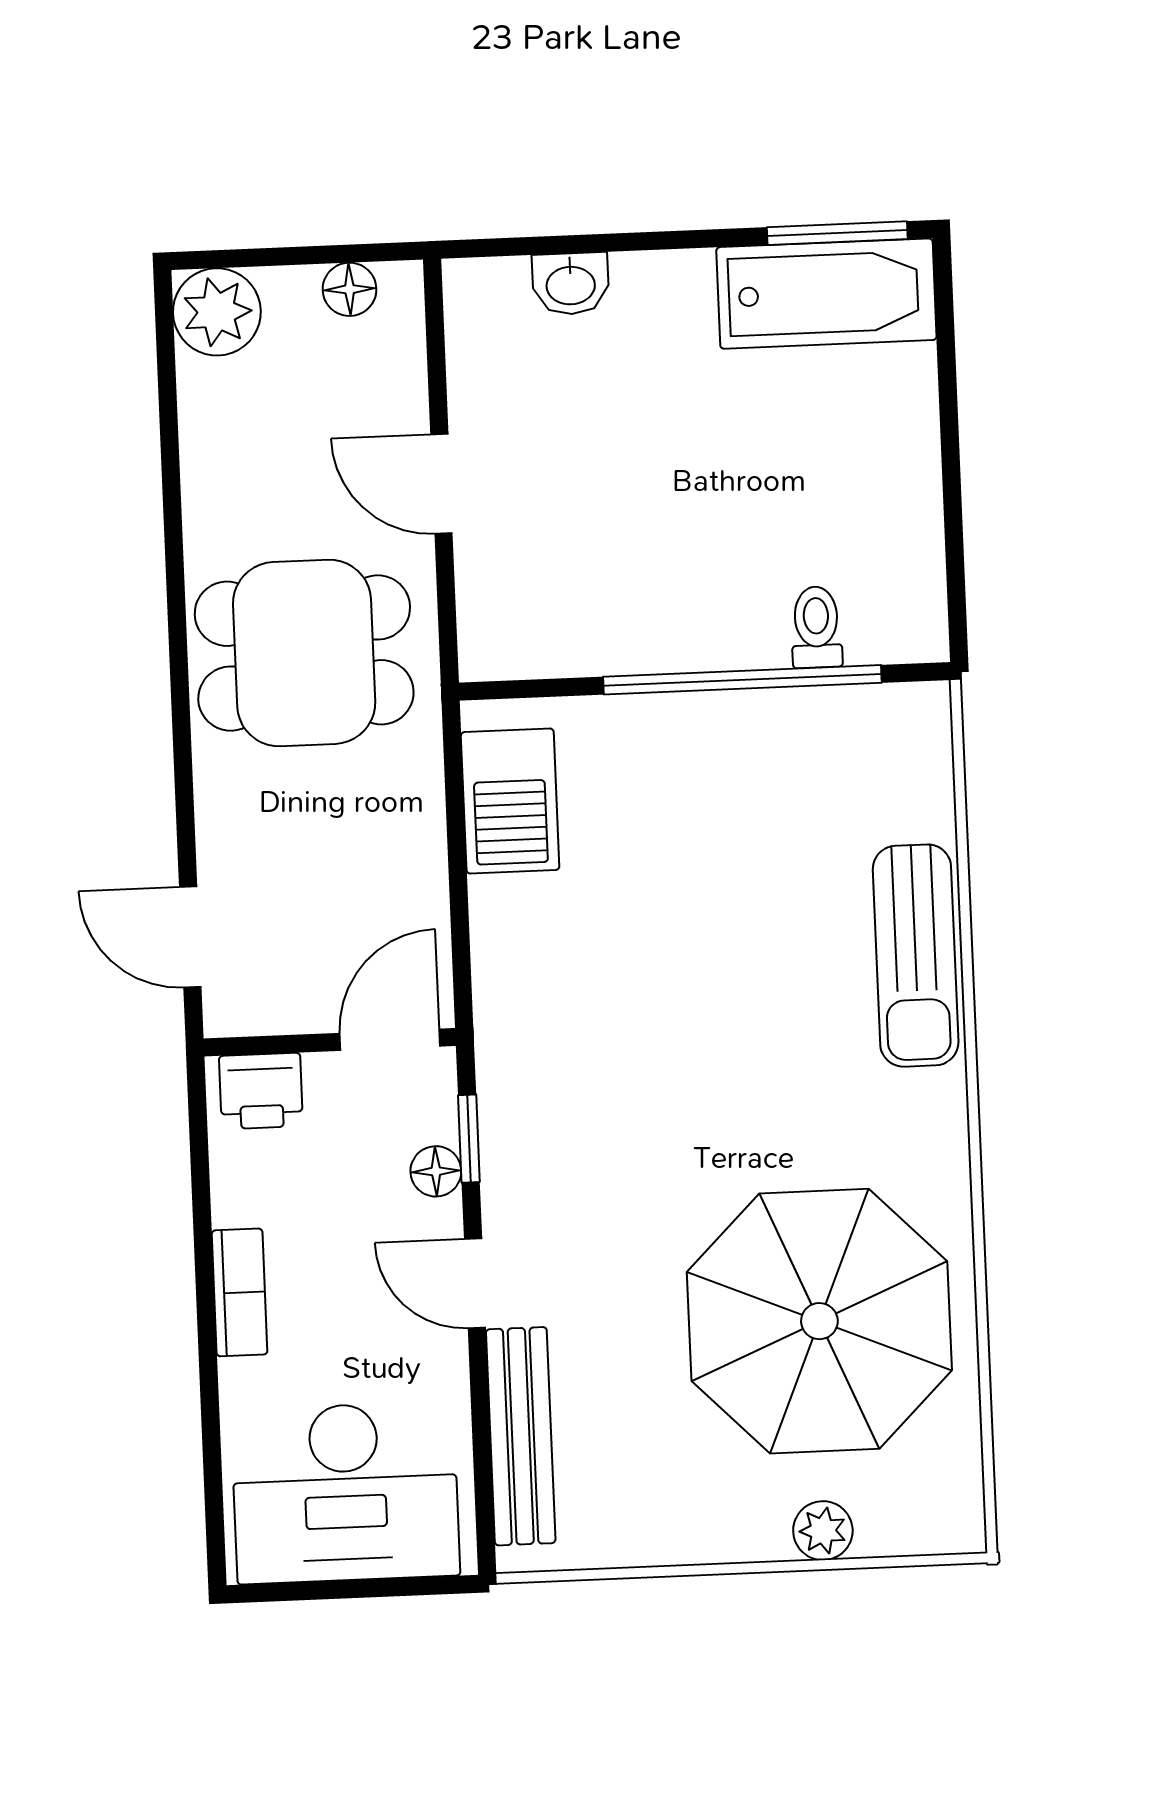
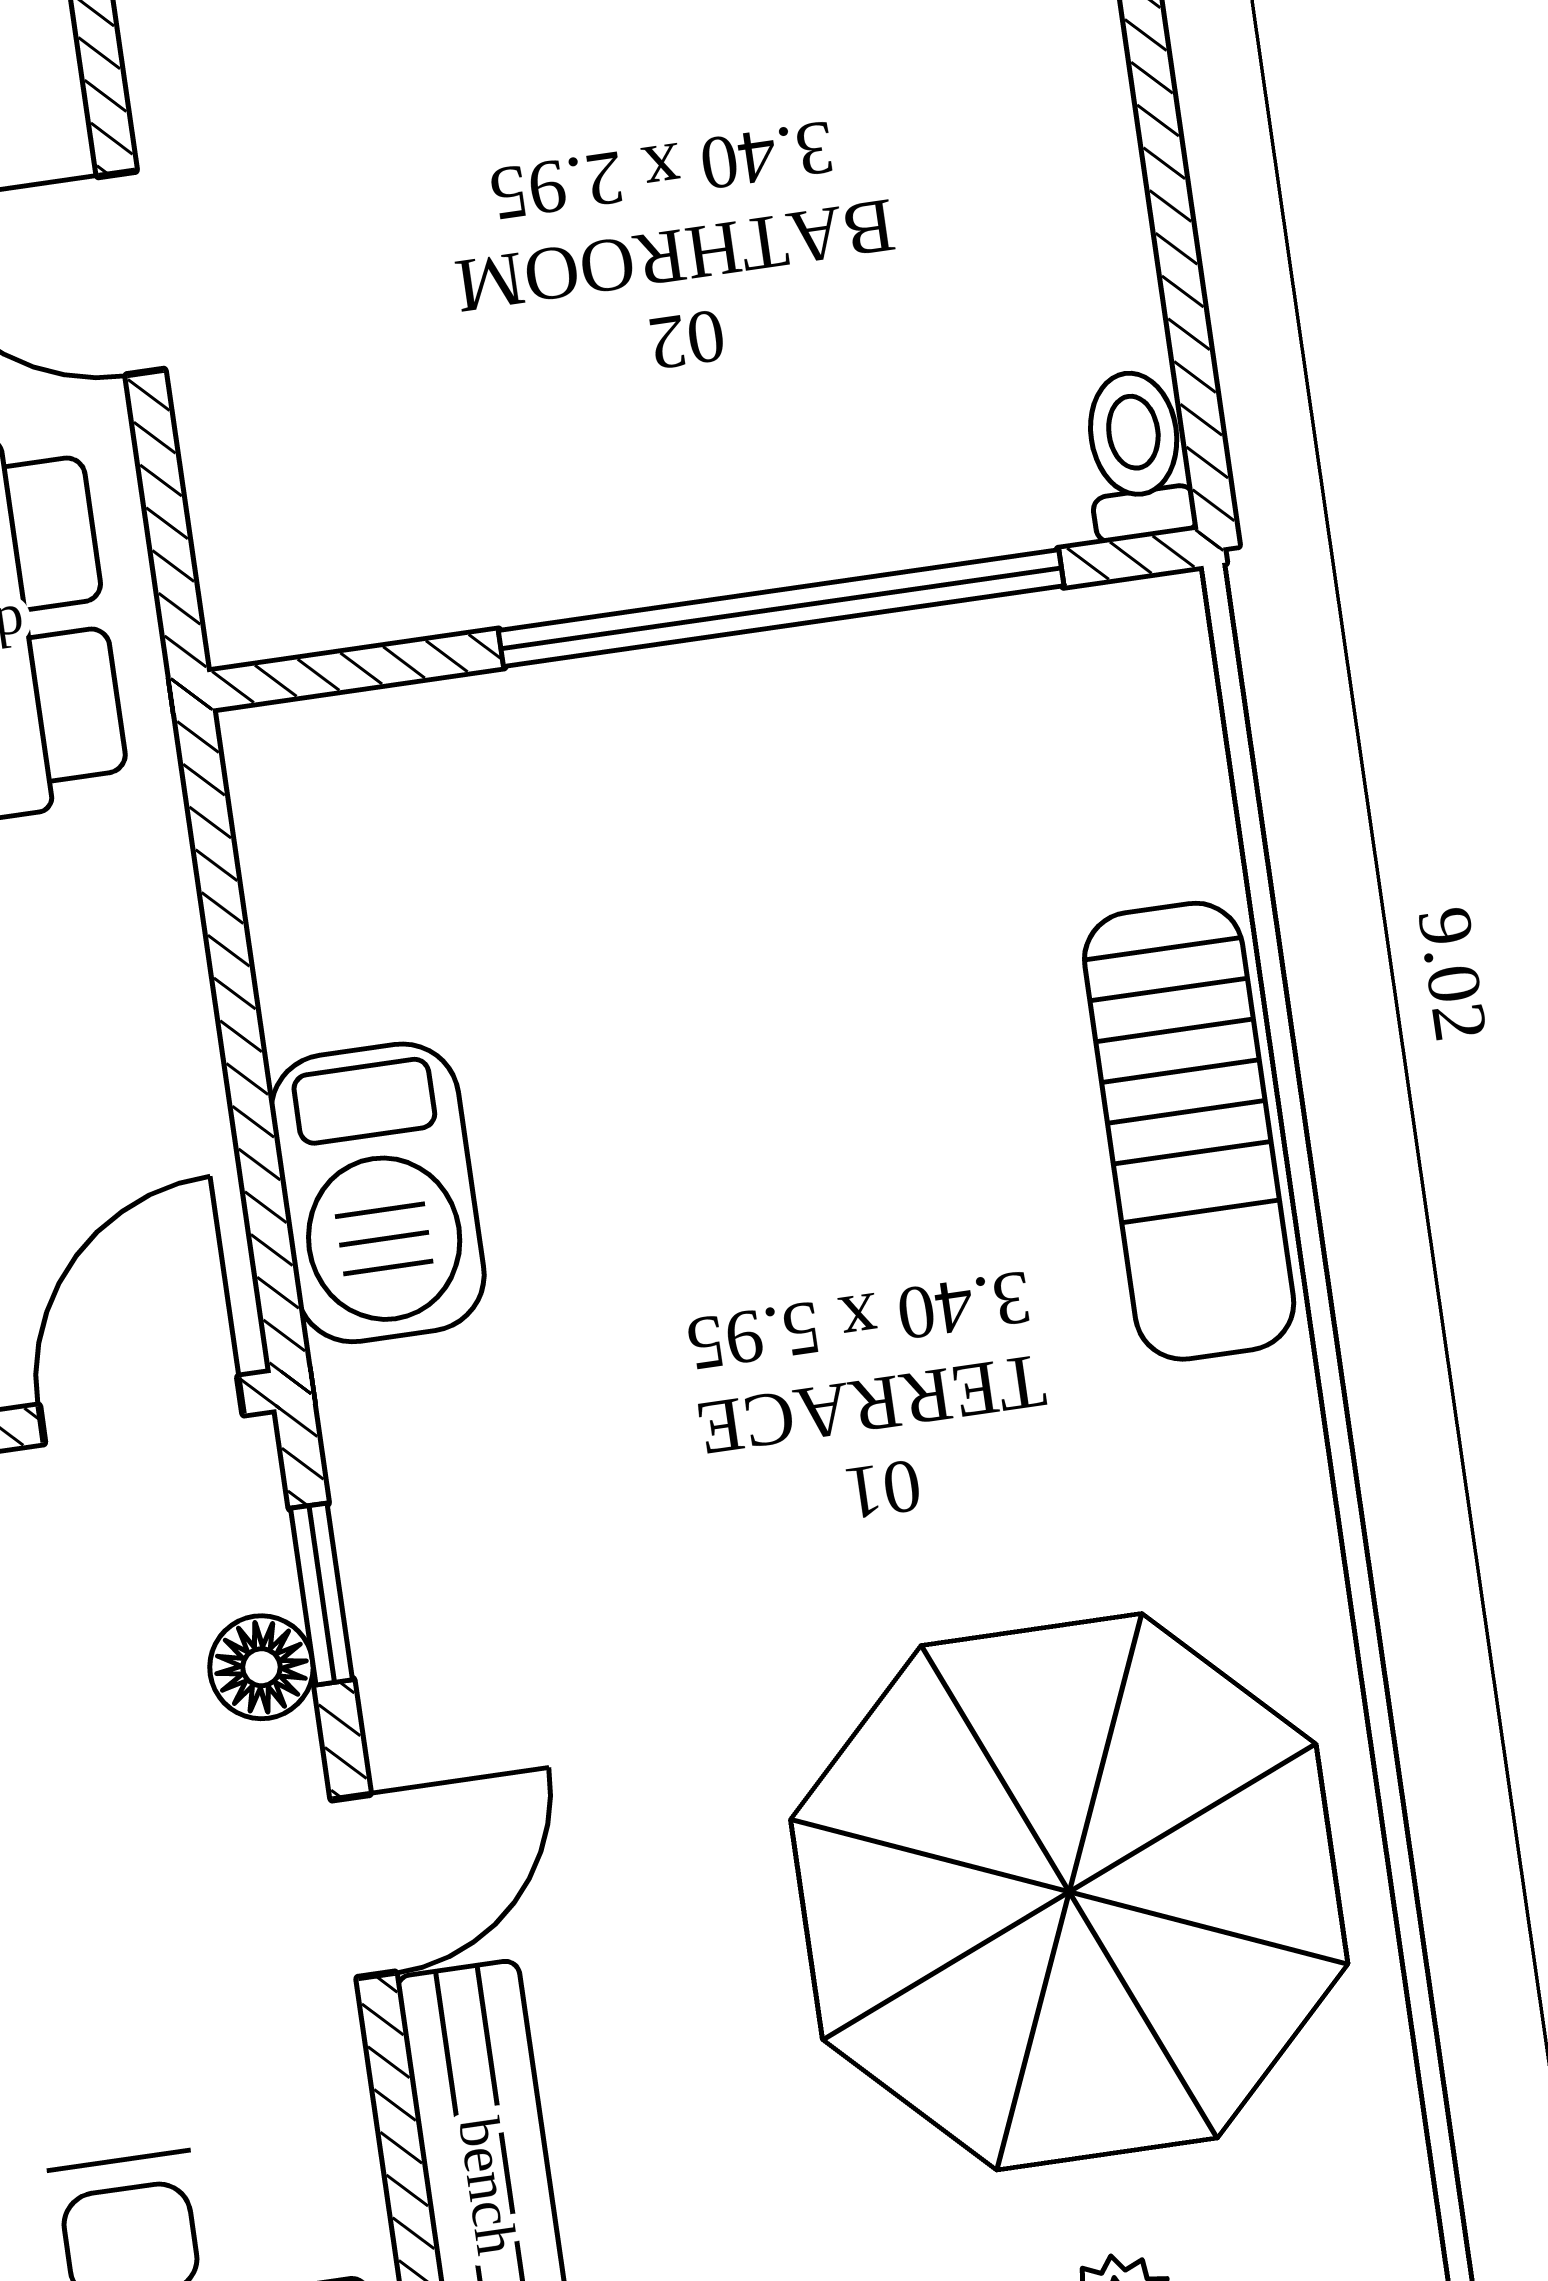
toilet: (816, 627) -> (1137, 455), moved
barbecue: (510, 801) -> (378, 1193), moved
door: (475, 1283) -> (364, 1886), swing flipped

